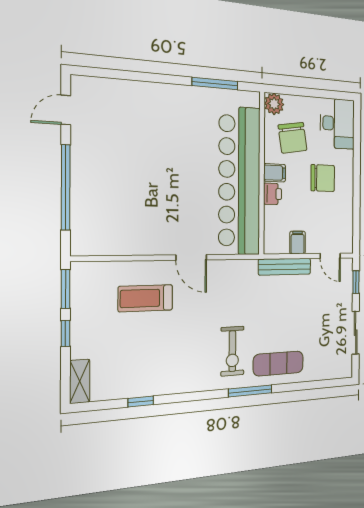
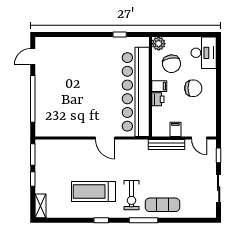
window: (215, 83) -> (120, 34), width x0.46
treadmill: (145, 298) -> (94, 192), moved, width x1.37, depth x1.38
window: (141, 401) -> (101, 220), moved

